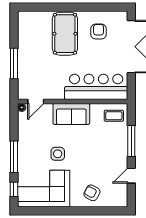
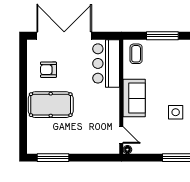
window: (14, 64) -> (53, 158), moved
bar counter: (96, 87) -> (106, 63), width x0.73

